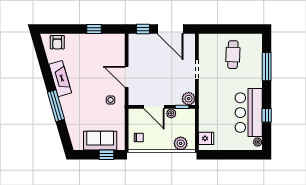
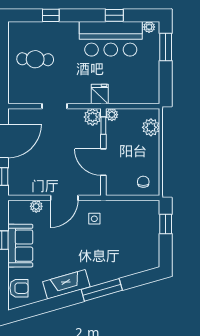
plant: (120, 55) -> (36, 206), added
window: (267, 67) -> (51, 15), width x0.46
door: (154, 107) -> (103, 162), swing flipped
plant: (171, 113) -> (112, 115), moved
fridge: (206, 138) -> (100, 94), moved
sofa: (100, 141) -> (20, 246), moved, turned 180
window: (242, 155) -> (166, 47), added

